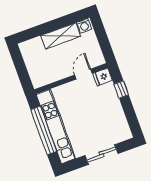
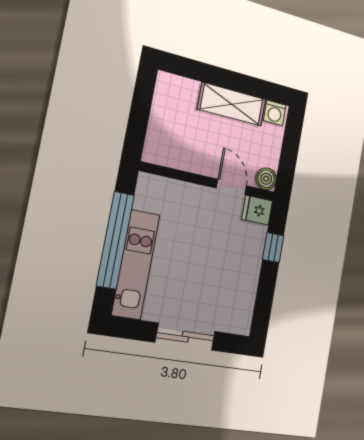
boiler: (98, 59) -> (266, 179), added
door: (83, 74) -> (231, 187), hinge flipped
kitchen unit: (56, 126) -> (136, 265), width x0.73

